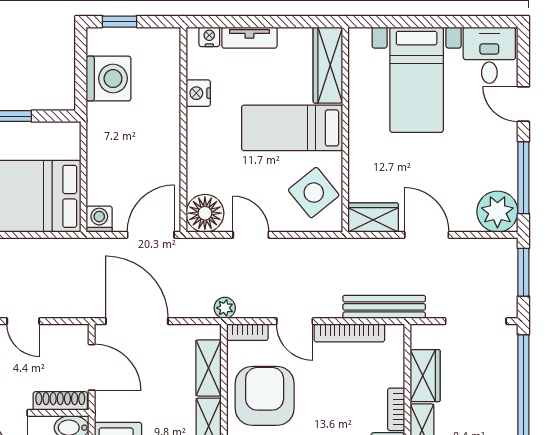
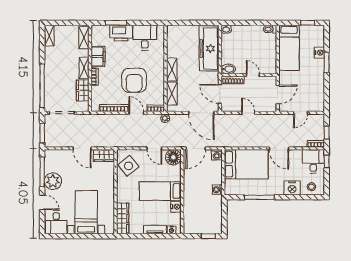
washing machine: (109, 79) -> (217, 190), moved, width x0.53, depth x0.53
bed: (292, 128) -> (160, 191), moved, turned 180
plant: (497, 212) -> (53, 181), moved
bench: (384, 307) -> (100, 119), removed
armchair: (265, 396) -> (134, 80), moved

